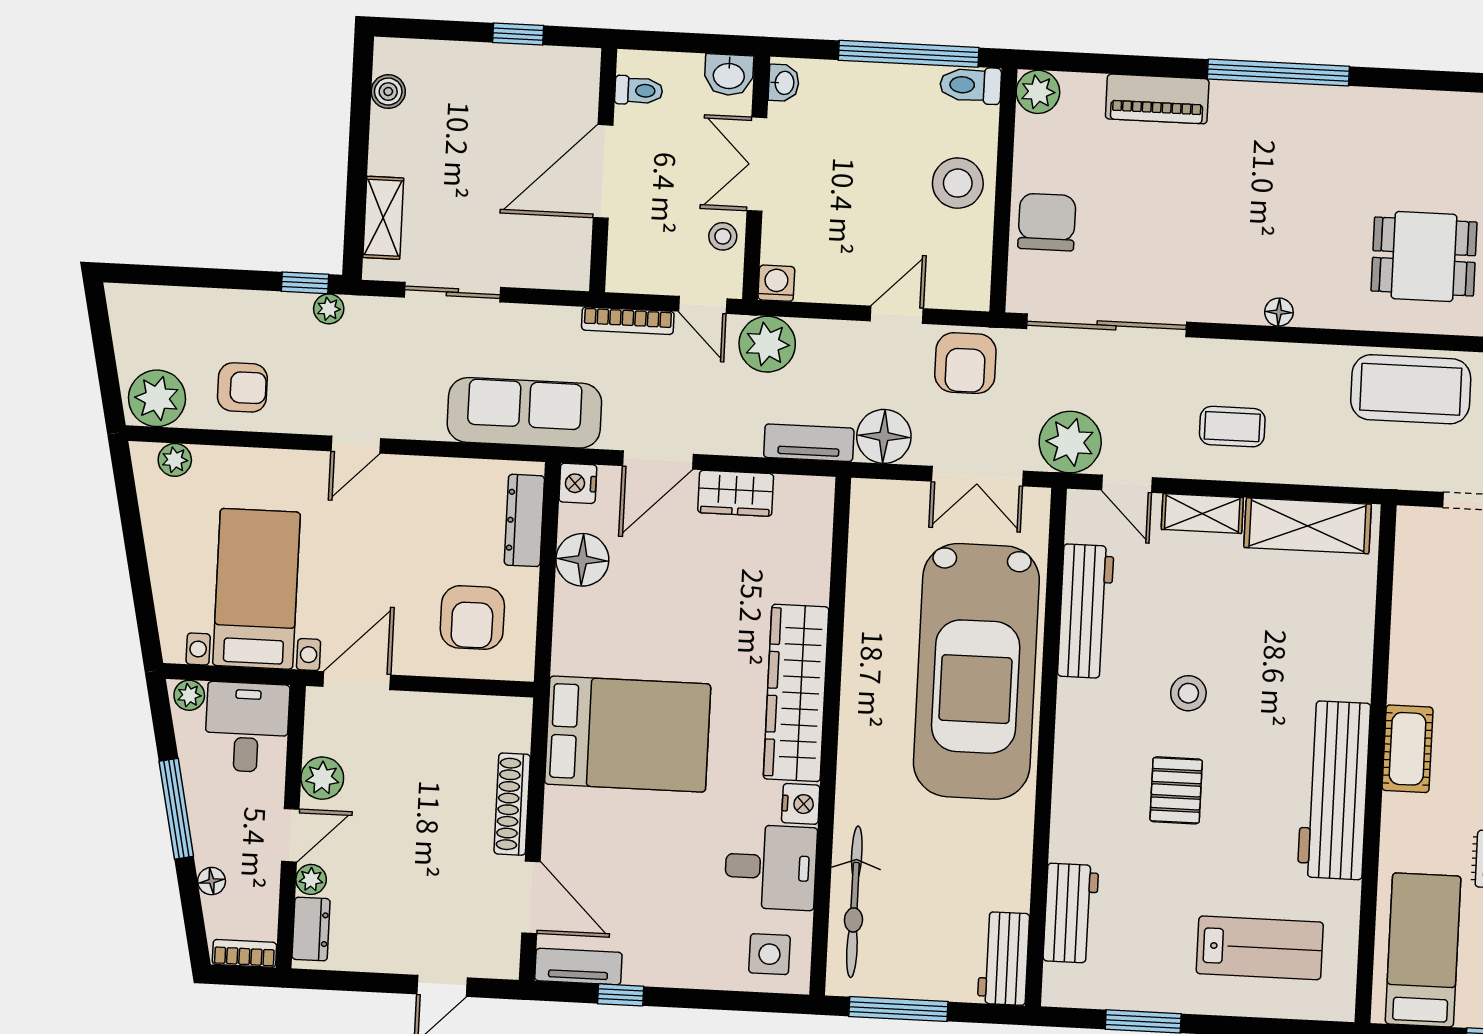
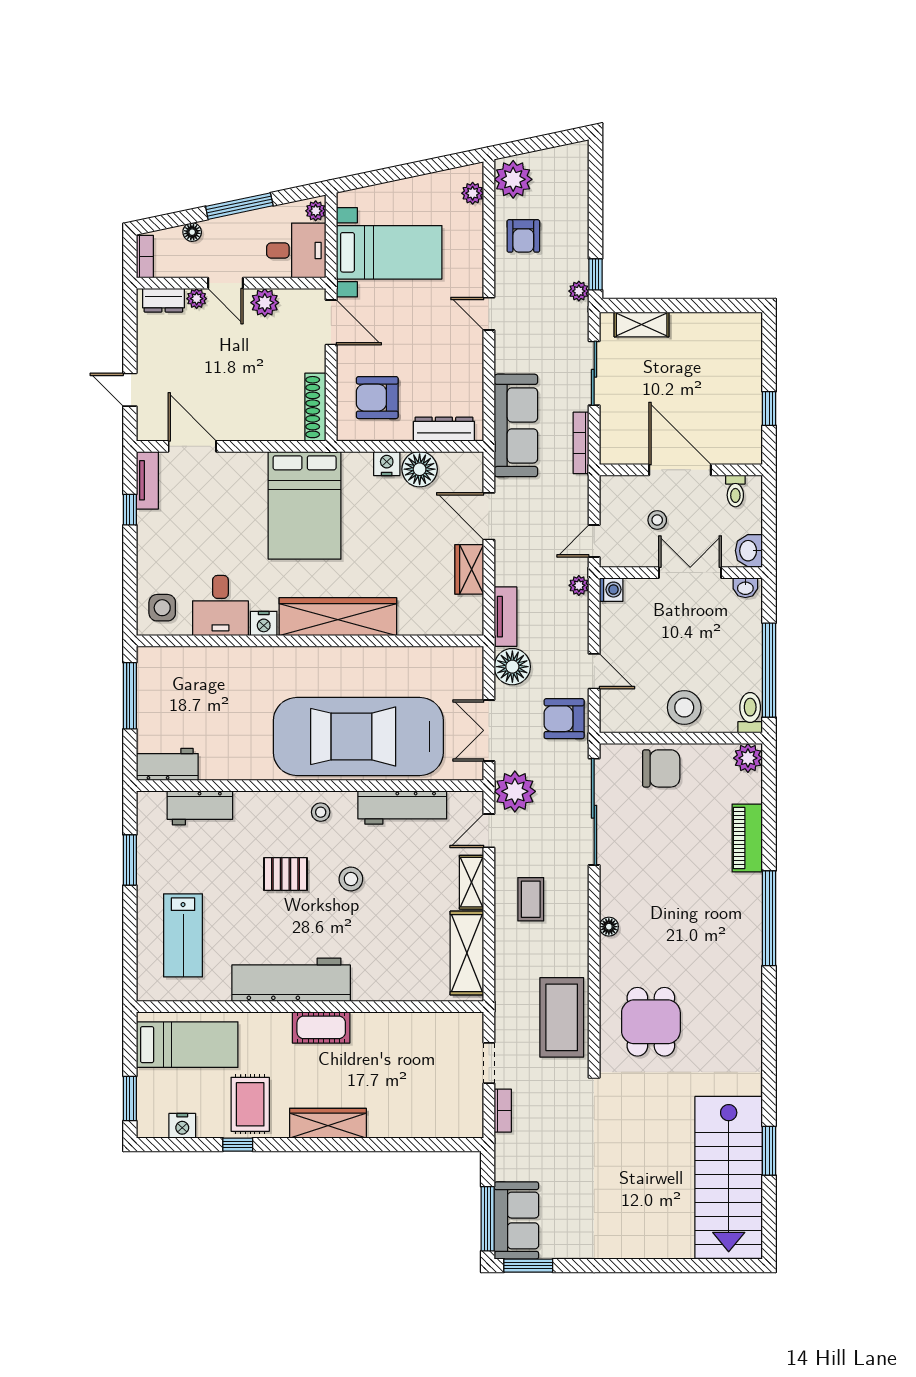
boiler: (388, 92) -> (726, 323), removed
stool: (723, 236) -> (657, 520), moved
bookcase: (628, 321) -> (581, 443), moved
plant: (767, 344) -> (579, 585), width x0.53, depth x0.53
nightstand: (578, 483) -> (387, 464), moved
stool: (1086, 733) -> (321, 812), added
shoe rack: (512, 804) -> (315, 407), moved, turned -90
door: (531, 897) -> (192, 446), swing flipped
bicycle: (854, 902) -> (200, 663), removed

